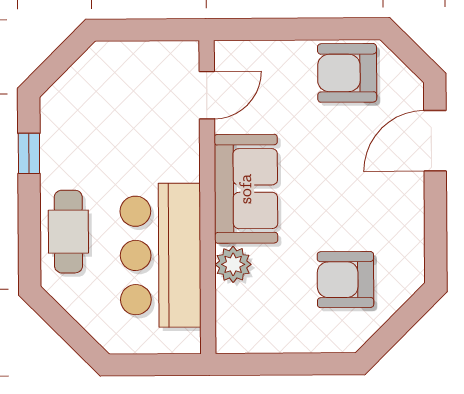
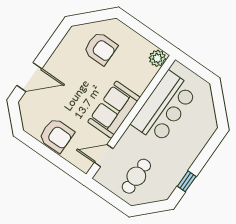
armchair: (347, 73) -> (56, 135), moved
cafe table: (68, 232) -> (136, 176), moved
plant: (233, 264) -> (157, 58), moved

